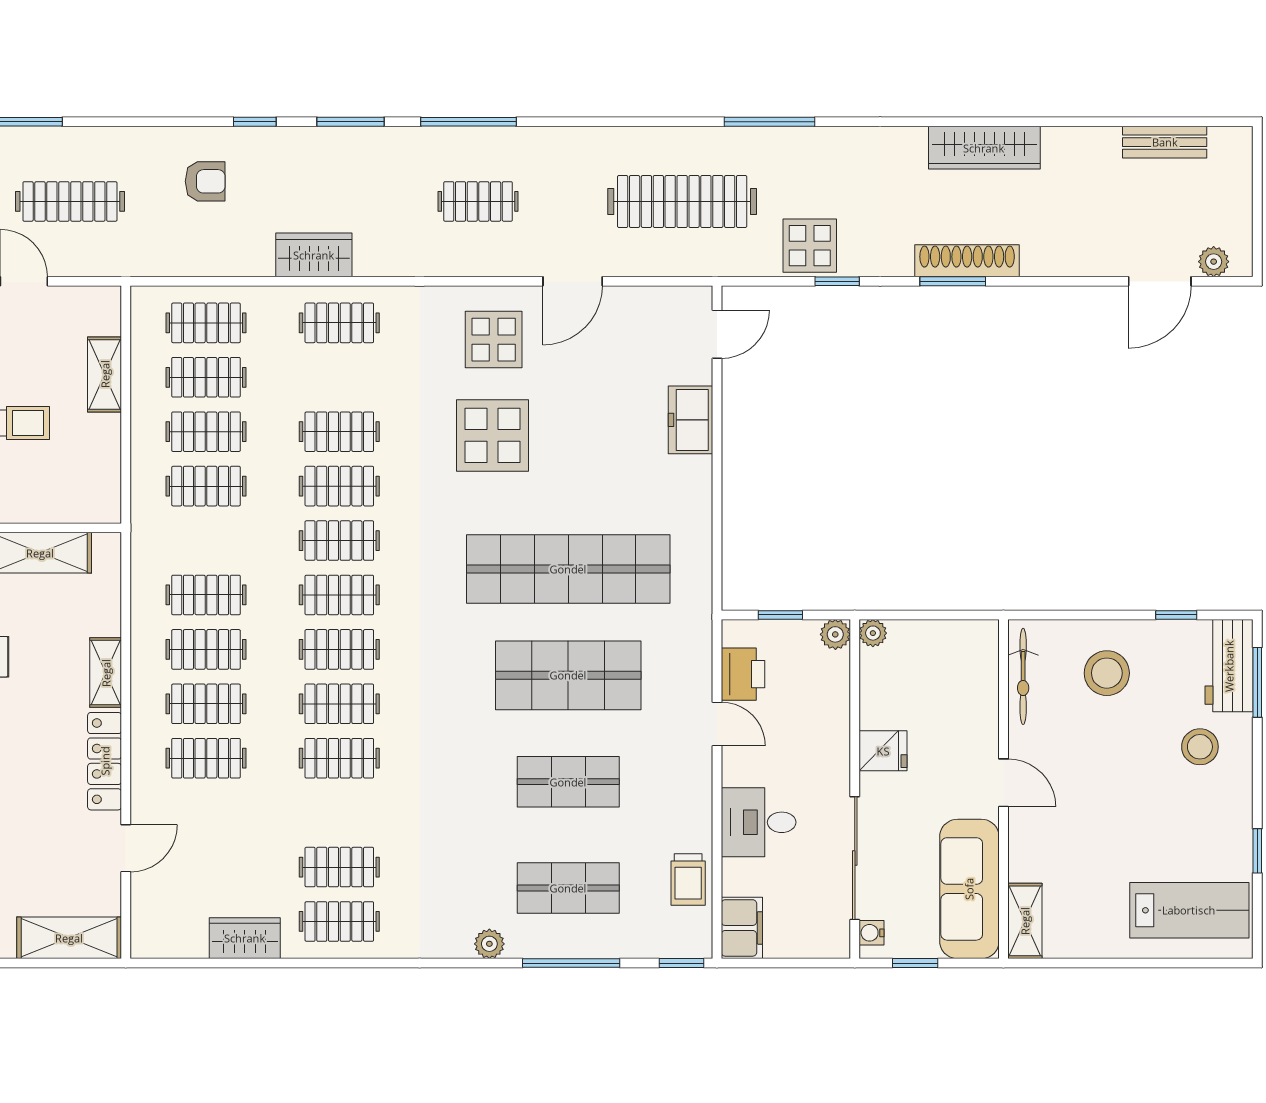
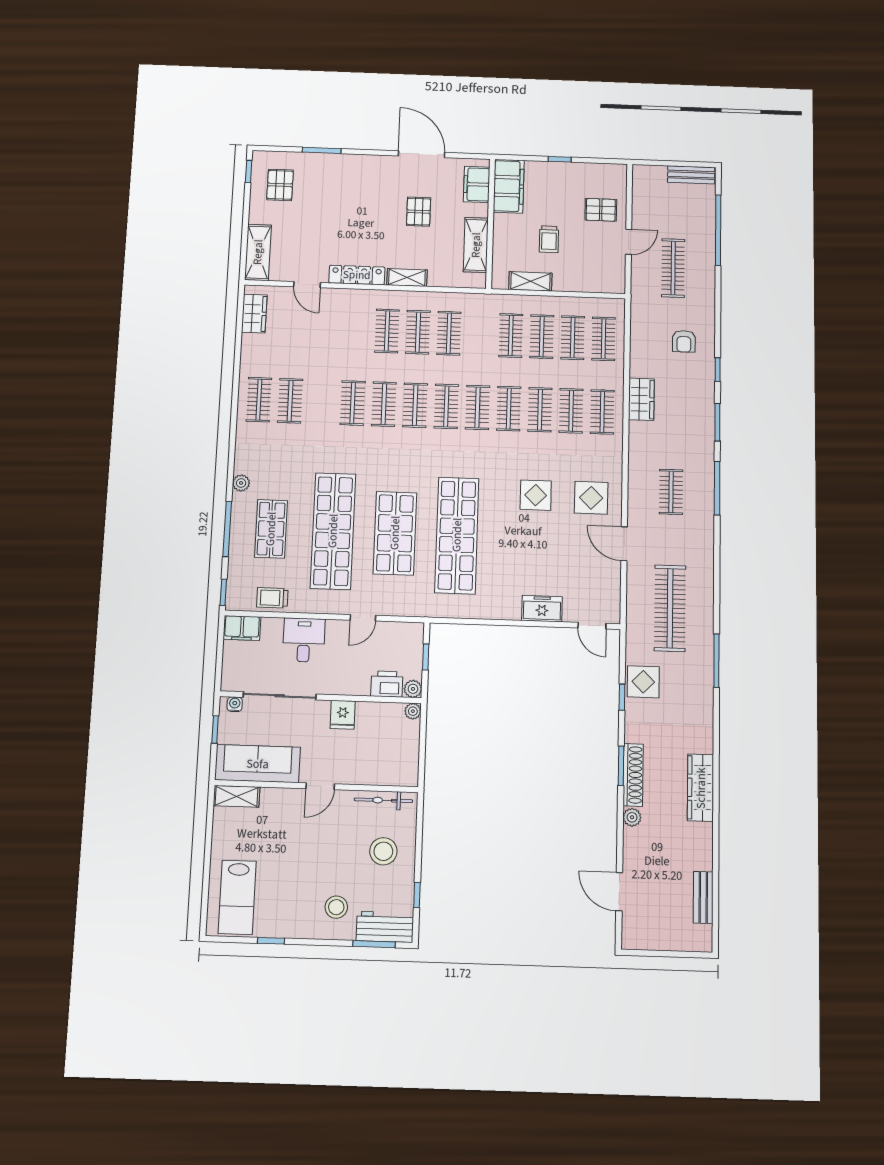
plant: (1214, 262) -> (632, 817), moved
shelving: (105, 374) -> (530, 281), moved
display table: (493, 435) -> (536, 495), width x0.73, depth x0.73
printer: (743, 674) -> (387, 684), moved, turned 180
clothes rail: (206, 758) -> (571, 411), moved
shop shelf: (568, 782) -> (333, 531), width x2.00, depth x1.36
wardrobe: (245, 938) -> (254, 314), moved

